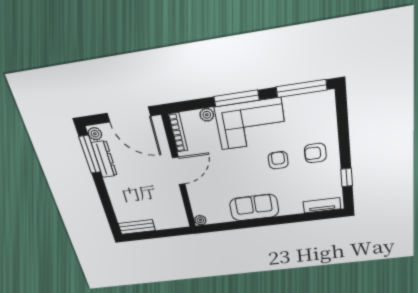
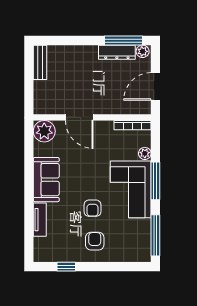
door: (129, 115) -> (155, 86), width x0.73
armchair: (278, 160) -> (92, 208), turned 90
door: (179, 171) -> (79, 117), moved
tv unit: (322, 205) -> (40, 220), moved
plant: (200, 220) -> (44, 131), width x1.88, depth x1.88

